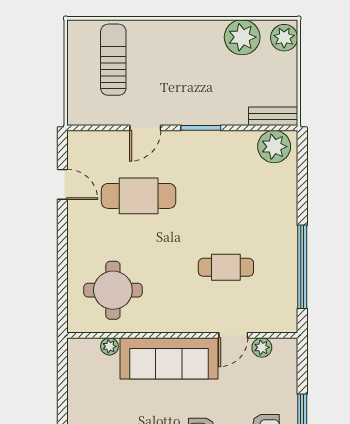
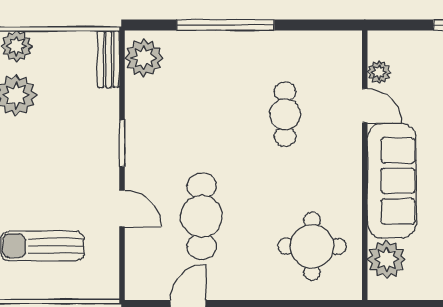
window: (302, 267) -> (225, 25), moved
plant: (109, 346) -> (387, 259), width x1.87, depth x1.87

